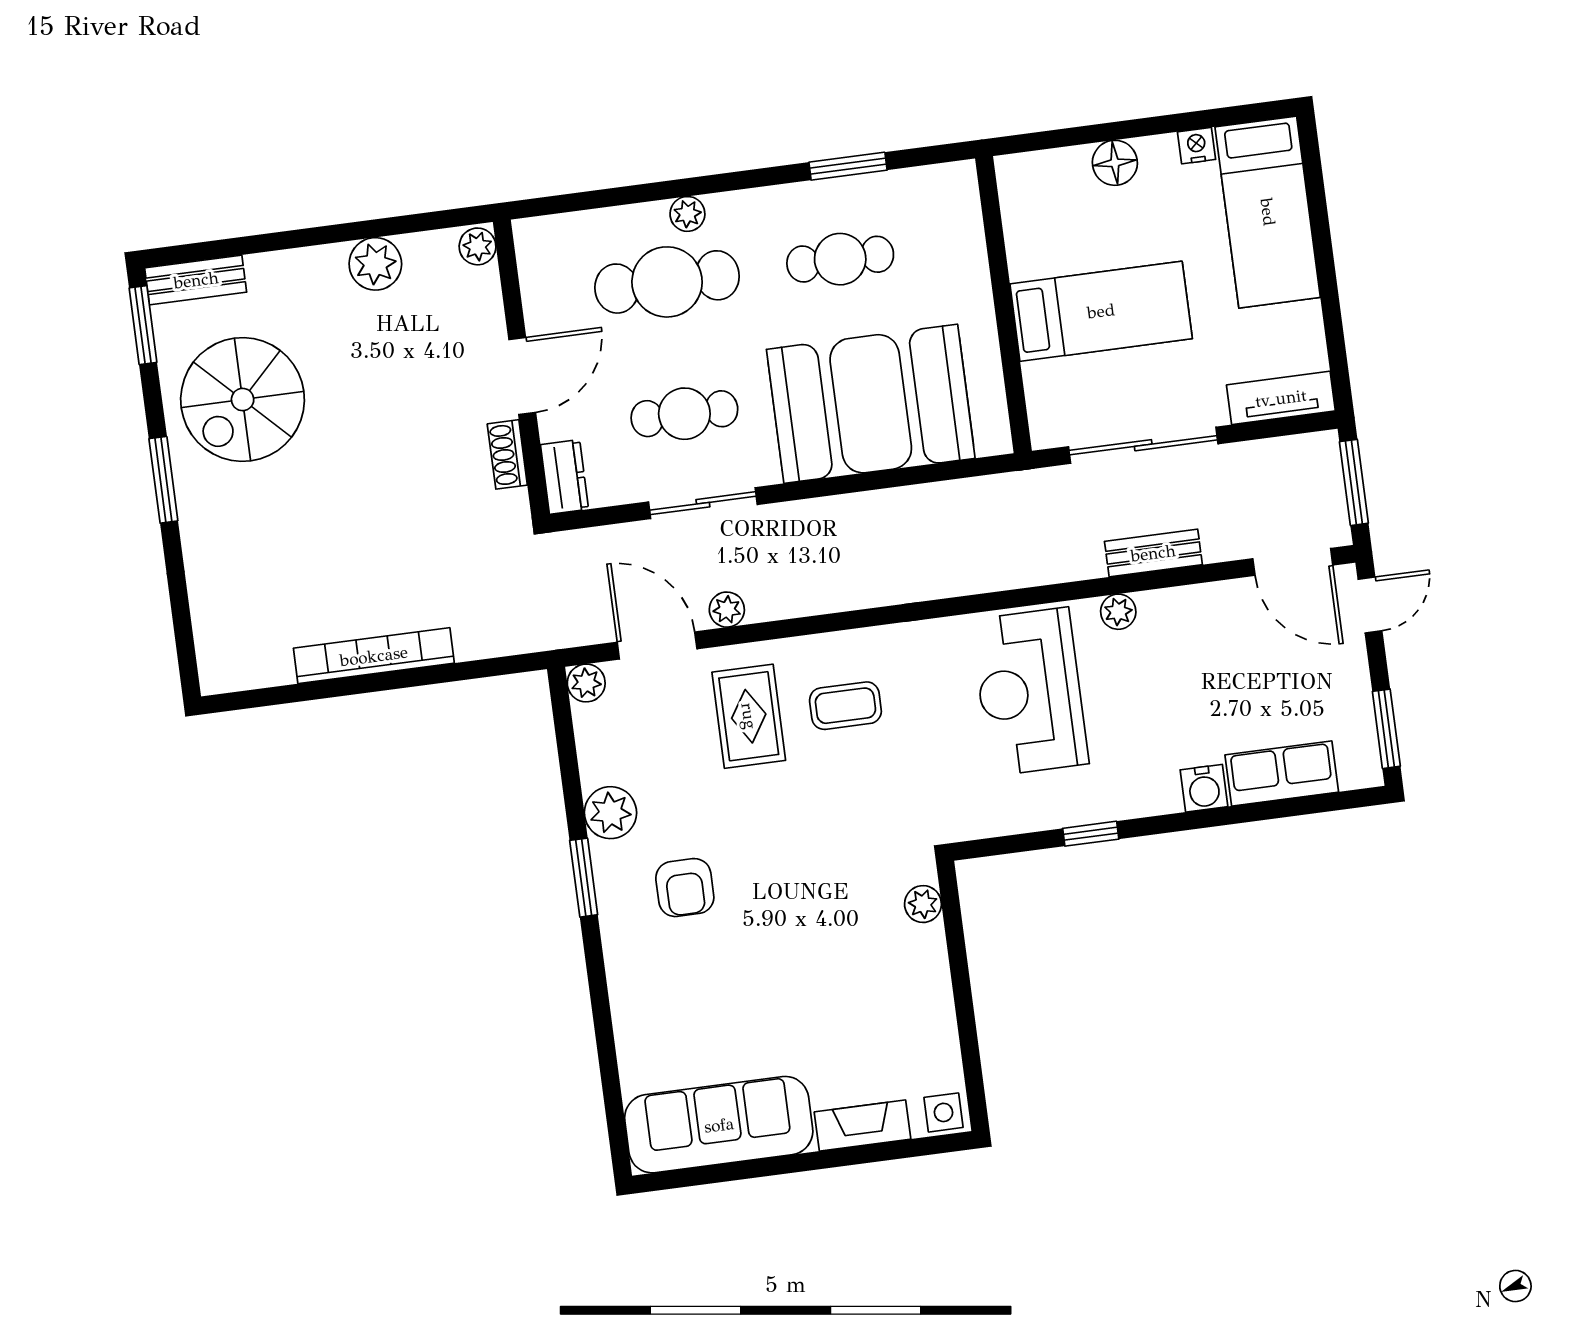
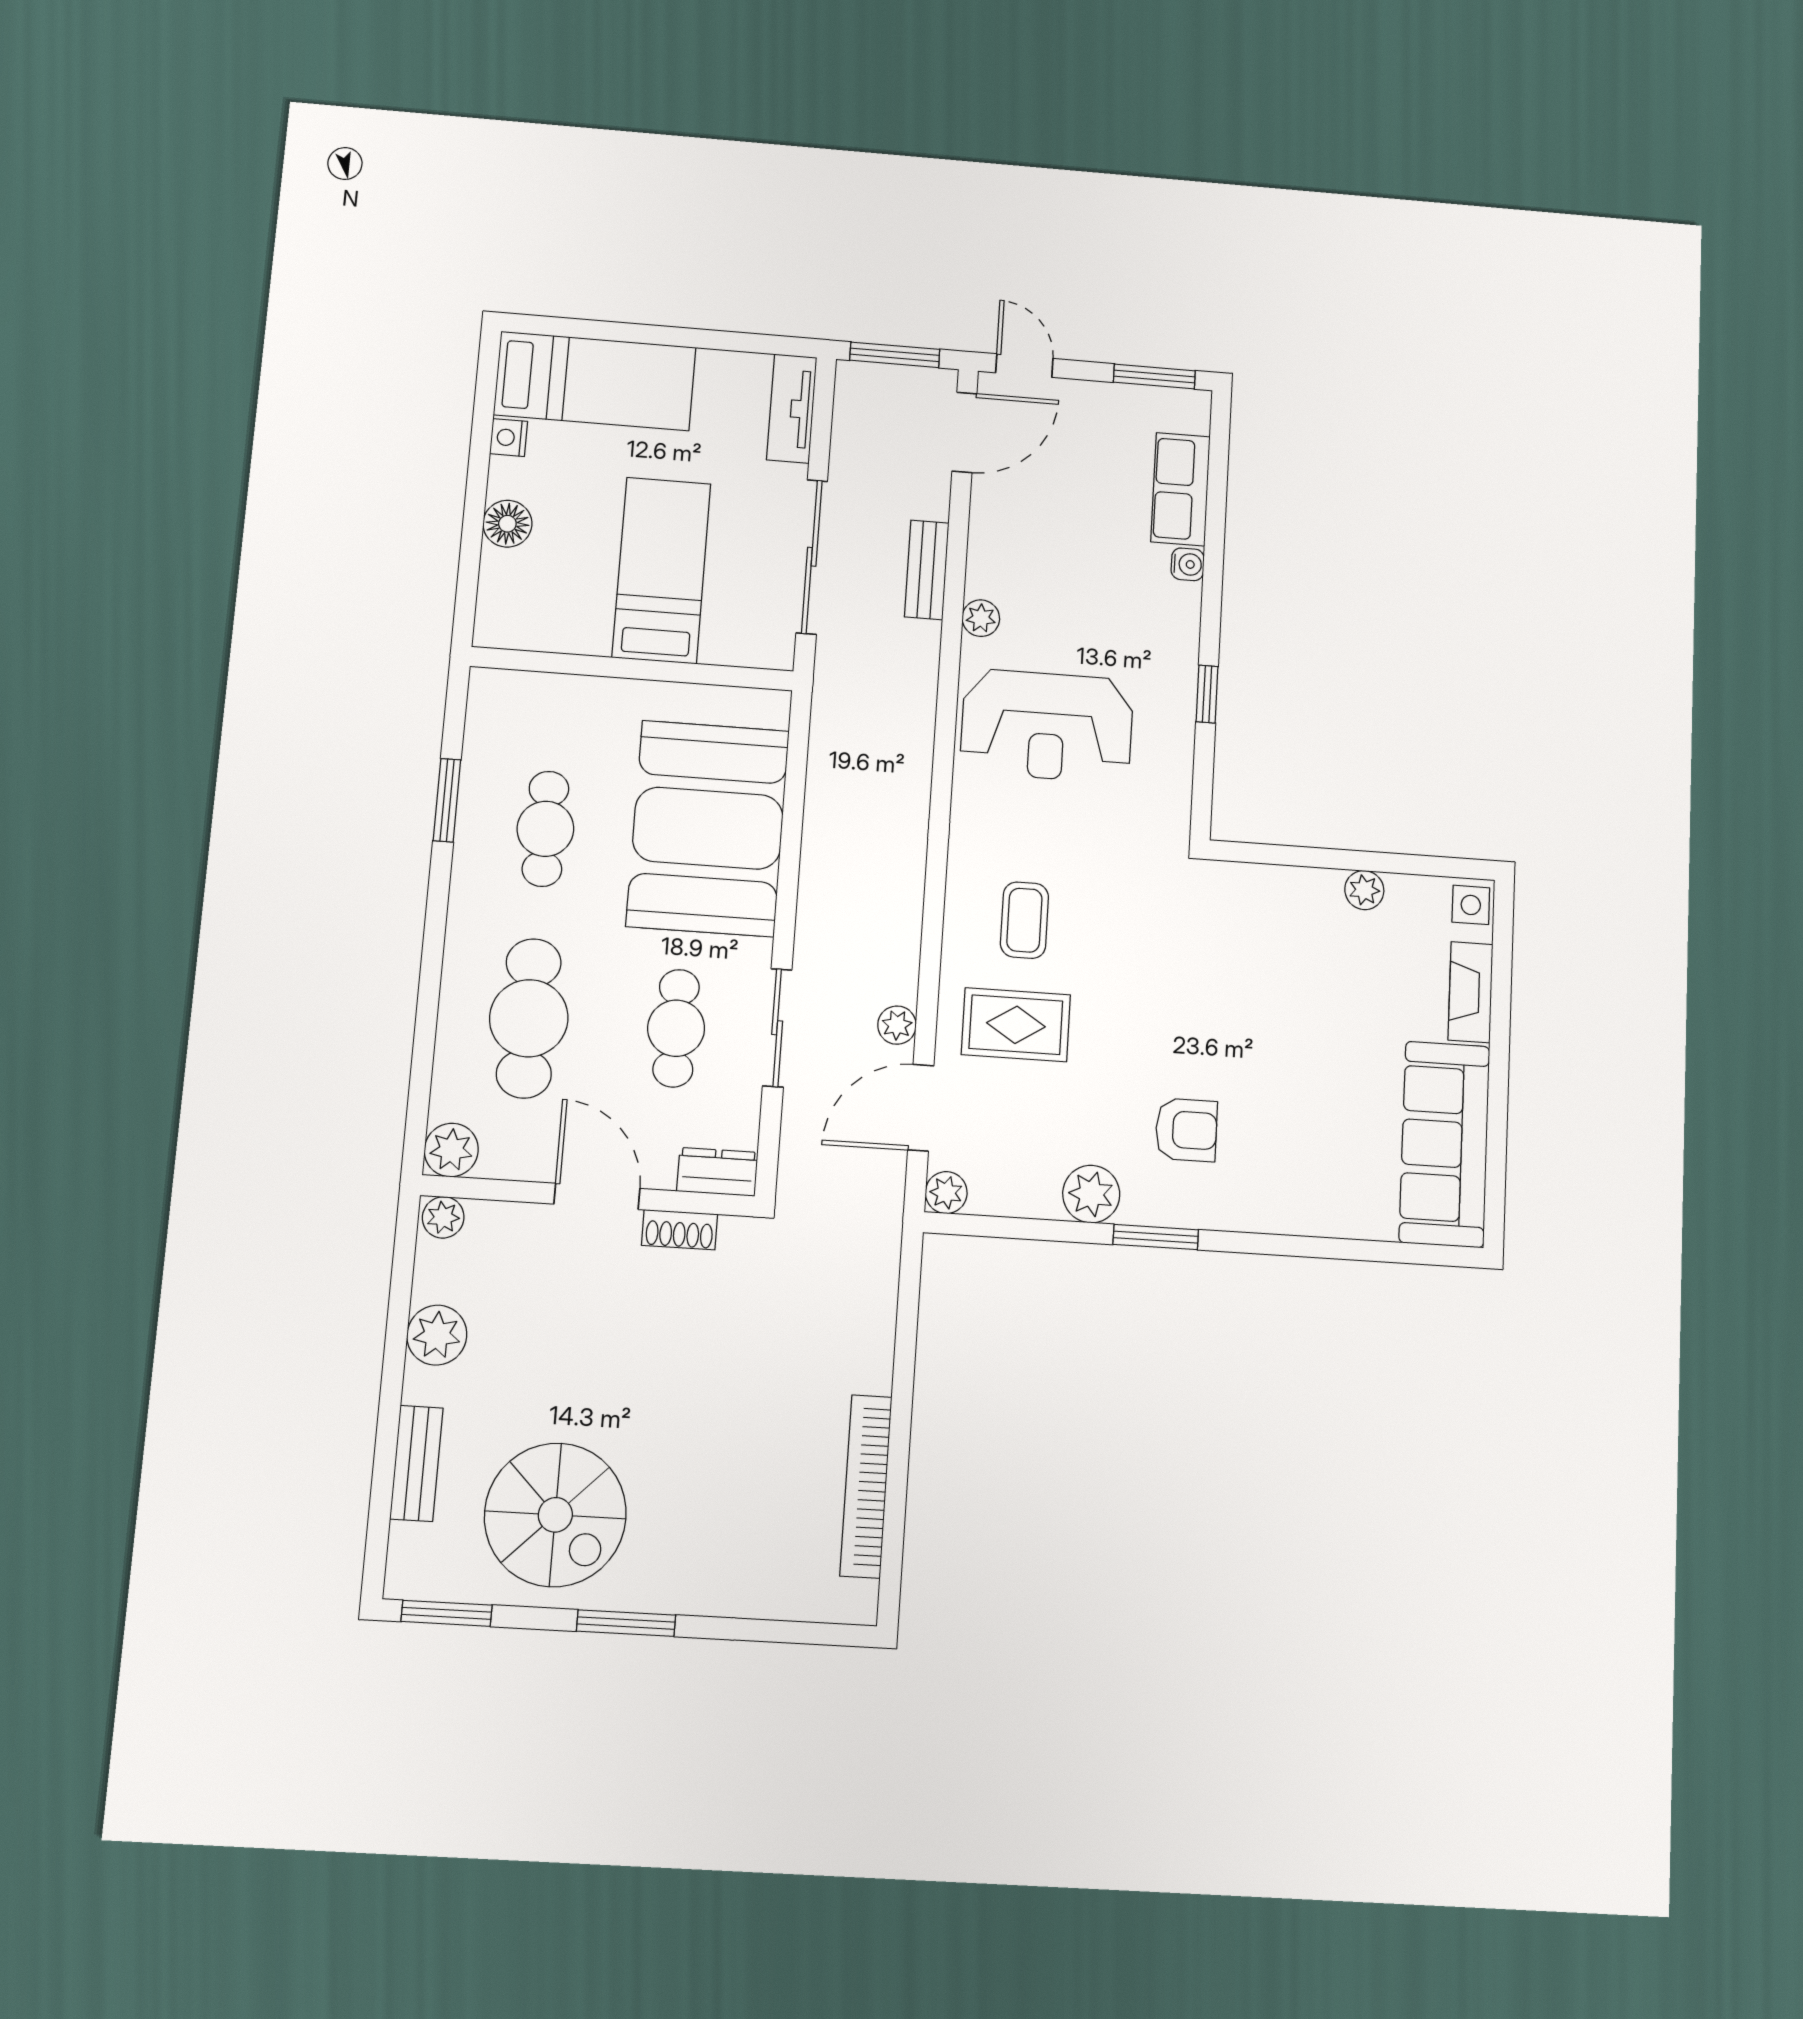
plant: (687, 214) -> (451, 1150), moved, width x1.38, depth x1.38
bench: (196, 280) -> (416, 1463), moved
bookcase: (374, 656) -> (866, 1486), moved
water cooler: (1204, 788) -> (1188, 564), width x0.72, depth x0.72
plant: (923, 904) -> (1364, 890), moved

